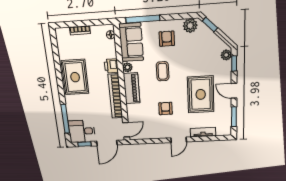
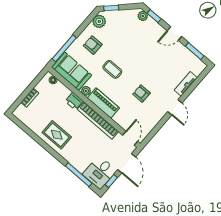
rug: (75, 77) -> (57, 135), width x0.73, depth x0.70
rug: (201, 94) -> (155, 59), removed

